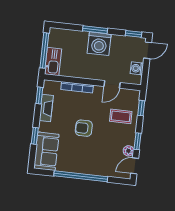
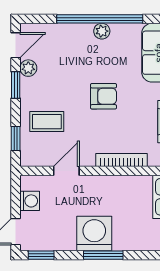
plant: (80, 169) -> (102, 31), added

